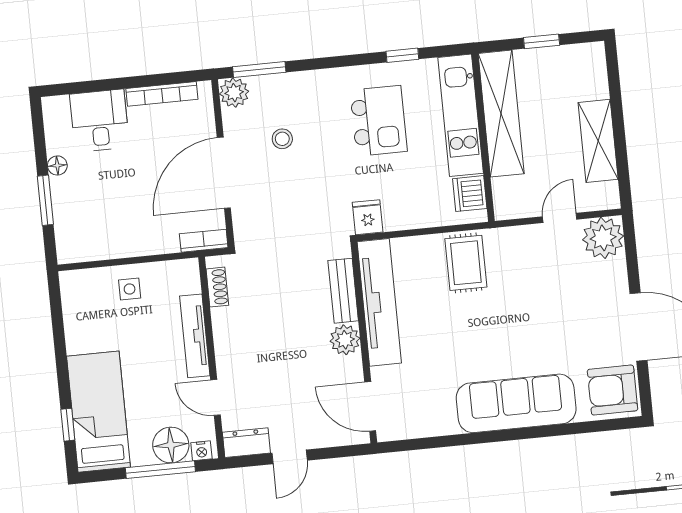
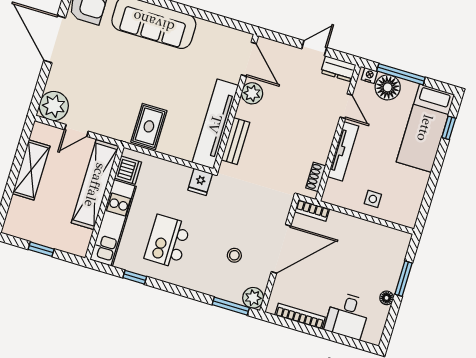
shelving: (501, 114) -> (95, 185), moved
plant: (345, 340) -> (252, 93), moved

